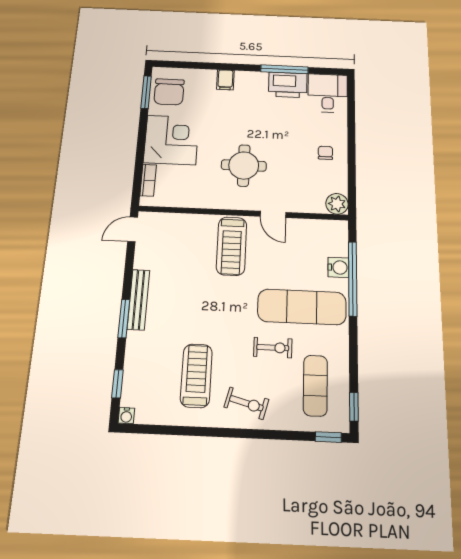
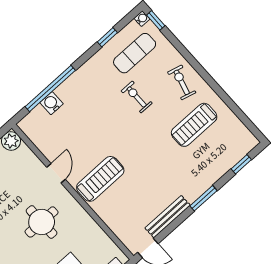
bench: (138, 300) -> (168, 217), moved
exercise mat: (302, 307) -> (97, 102), removed
window: (354, 407) -> (107, 37), moved
water cooler: (126, 416) -> (142, 19), moved

